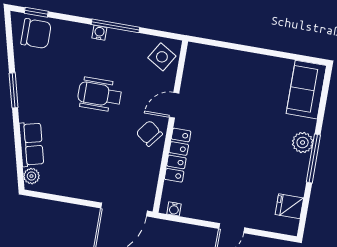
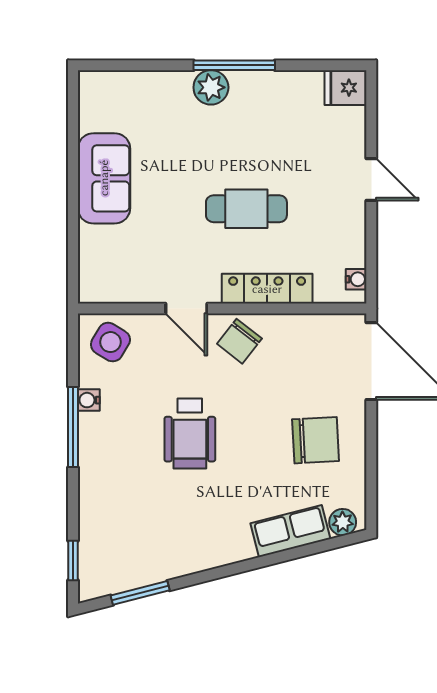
water cooler: (99, 33) -> (89, 400), moved
chair: (36, 34) -> (316, 440), moved, turned 87
window: (14, 90) -> (140, 593), moved
sofa: (306, 90) -> (104, 178), moved, turned -90
cafe table: (227, 151) -> (246, 209), added
fridge: (289, 206) -> (346, 88), moved, turned 90

